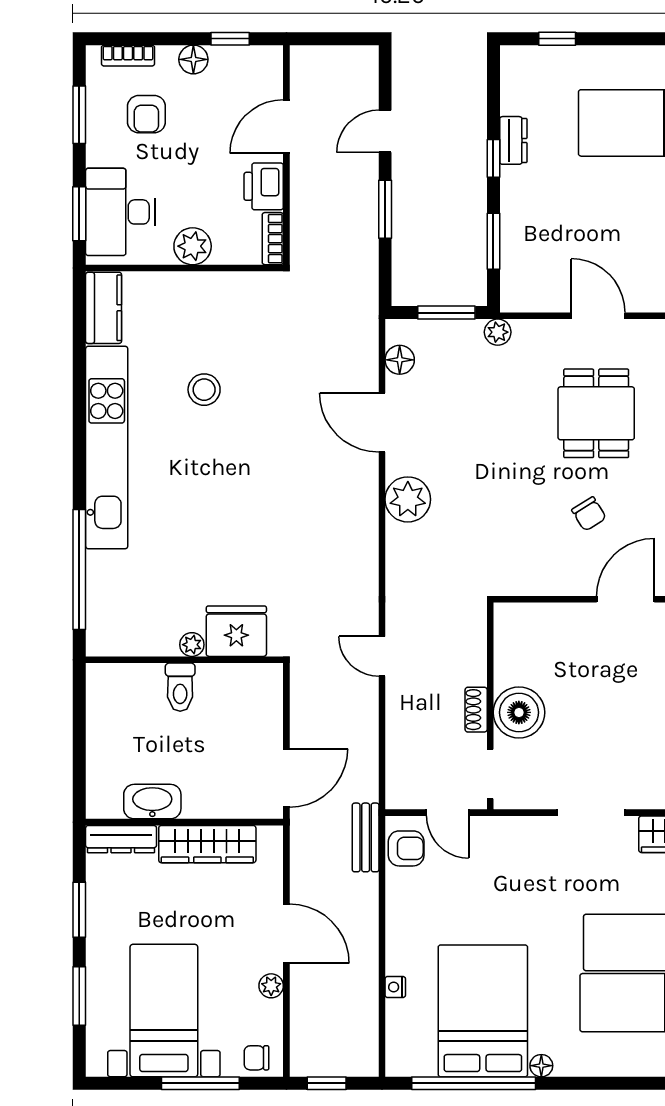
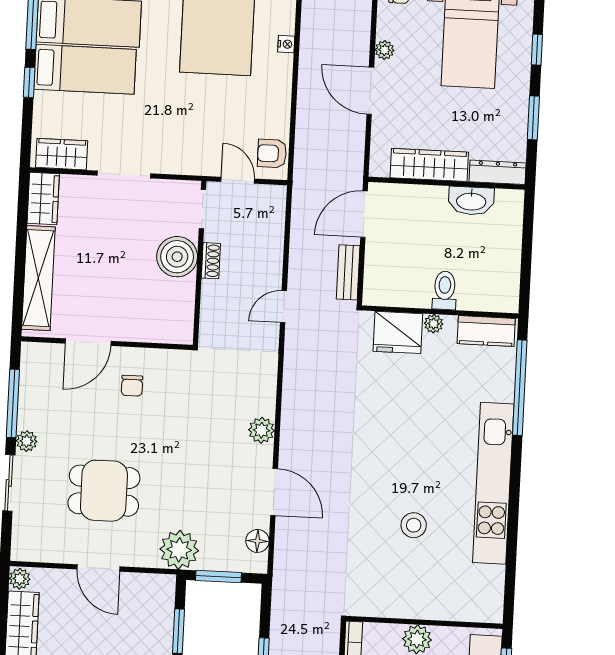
kitchen counter: (104, 308) -> (486, 331), moved, turned -90
plant: (498, 332) -> (179, 550), width x1.88, depth x1.88
dining table: (596, 413) -> (104, 491), turned 90
plant: (408, 499) -> (261, 430), width x0.73, depth x0.73
chair: (589, 514) -> (132, 386), moved, turned -148
door: (382, 656) -> (283, 307), swing flipped
bench: (366, 837) -> (348, 272), moved
window: (79, 996) -> (537, 50), width x0.67

